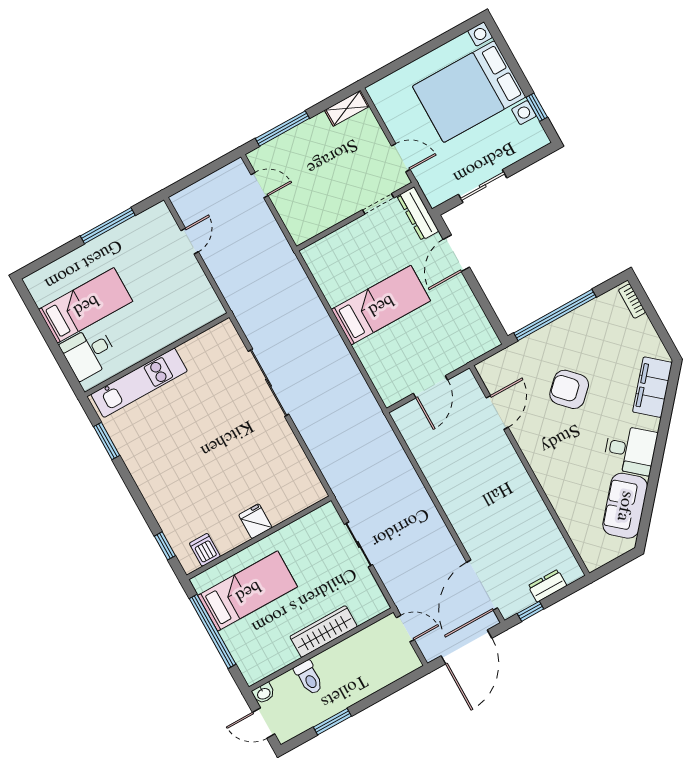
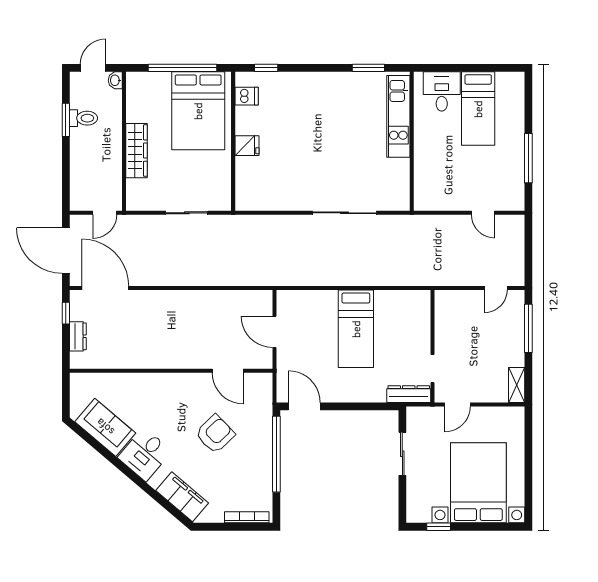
door: (456, 253) -> (304, 406), moved
bookcase: (632, 301) -> (247, 517), width x1.56
bed: (248, 591) -> (198, 111), width x1.50
toilet: (309, 678) -> (83, 118), moved, turned 180

